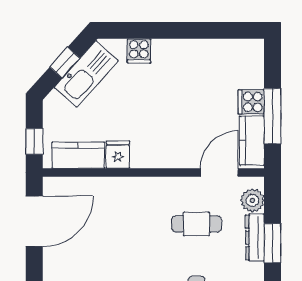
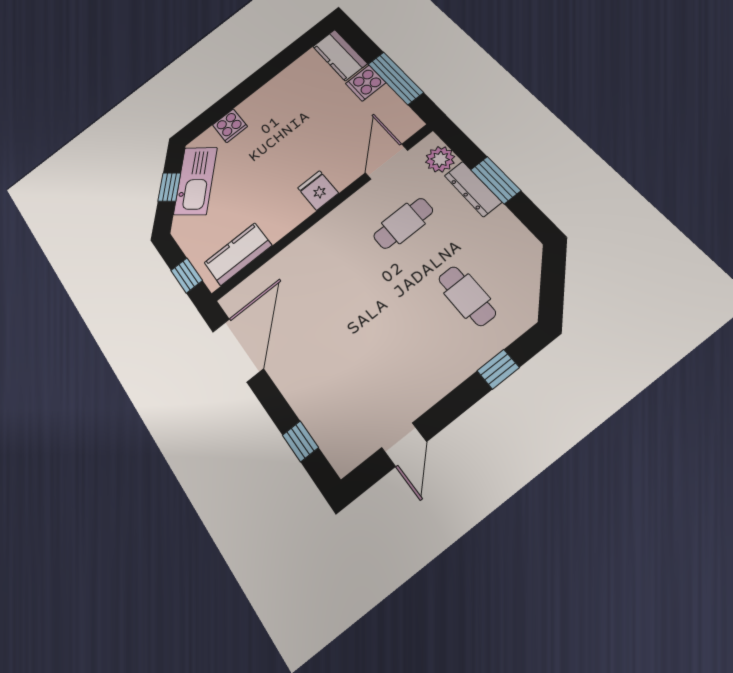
kitchen counter: (252, 141) -> (340, 55), moved
fridge: (118, 155) -> (318, 190), moved

